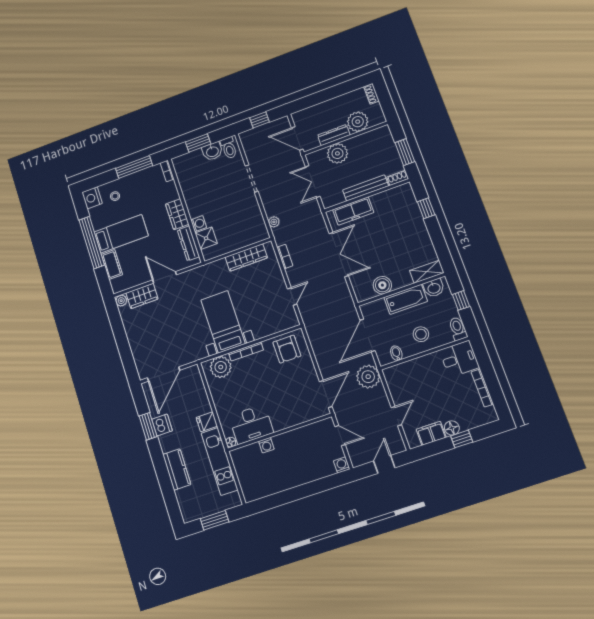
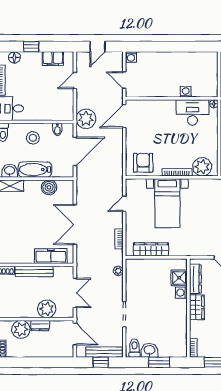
bench: (259, 132) -> (104, 352), added
dresser: (334, 135) -> (40, 326), width x0.70
bed with nightstands: (223, 322) -> (167, 203), moved
floor lamp: (452, 428) -> (14, 57), moved

